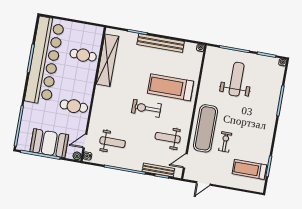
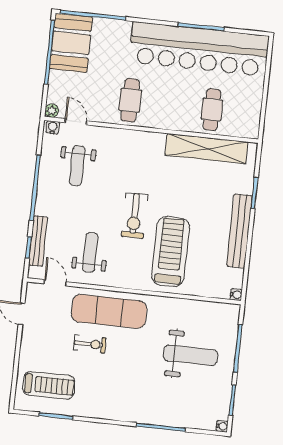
exercise bike: (146, 108) -> (134, 215), turned 180
booth: (49, 143) -> (71, 43), moved
treadmill: (249, 169) -> (49, 385), turned 90

